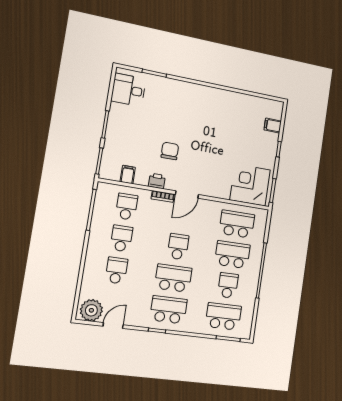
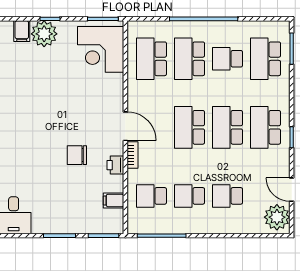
plant: (268, 143) -> (44, 34), added
school desk: (178, 247) -> (189, 127), width x1.85

